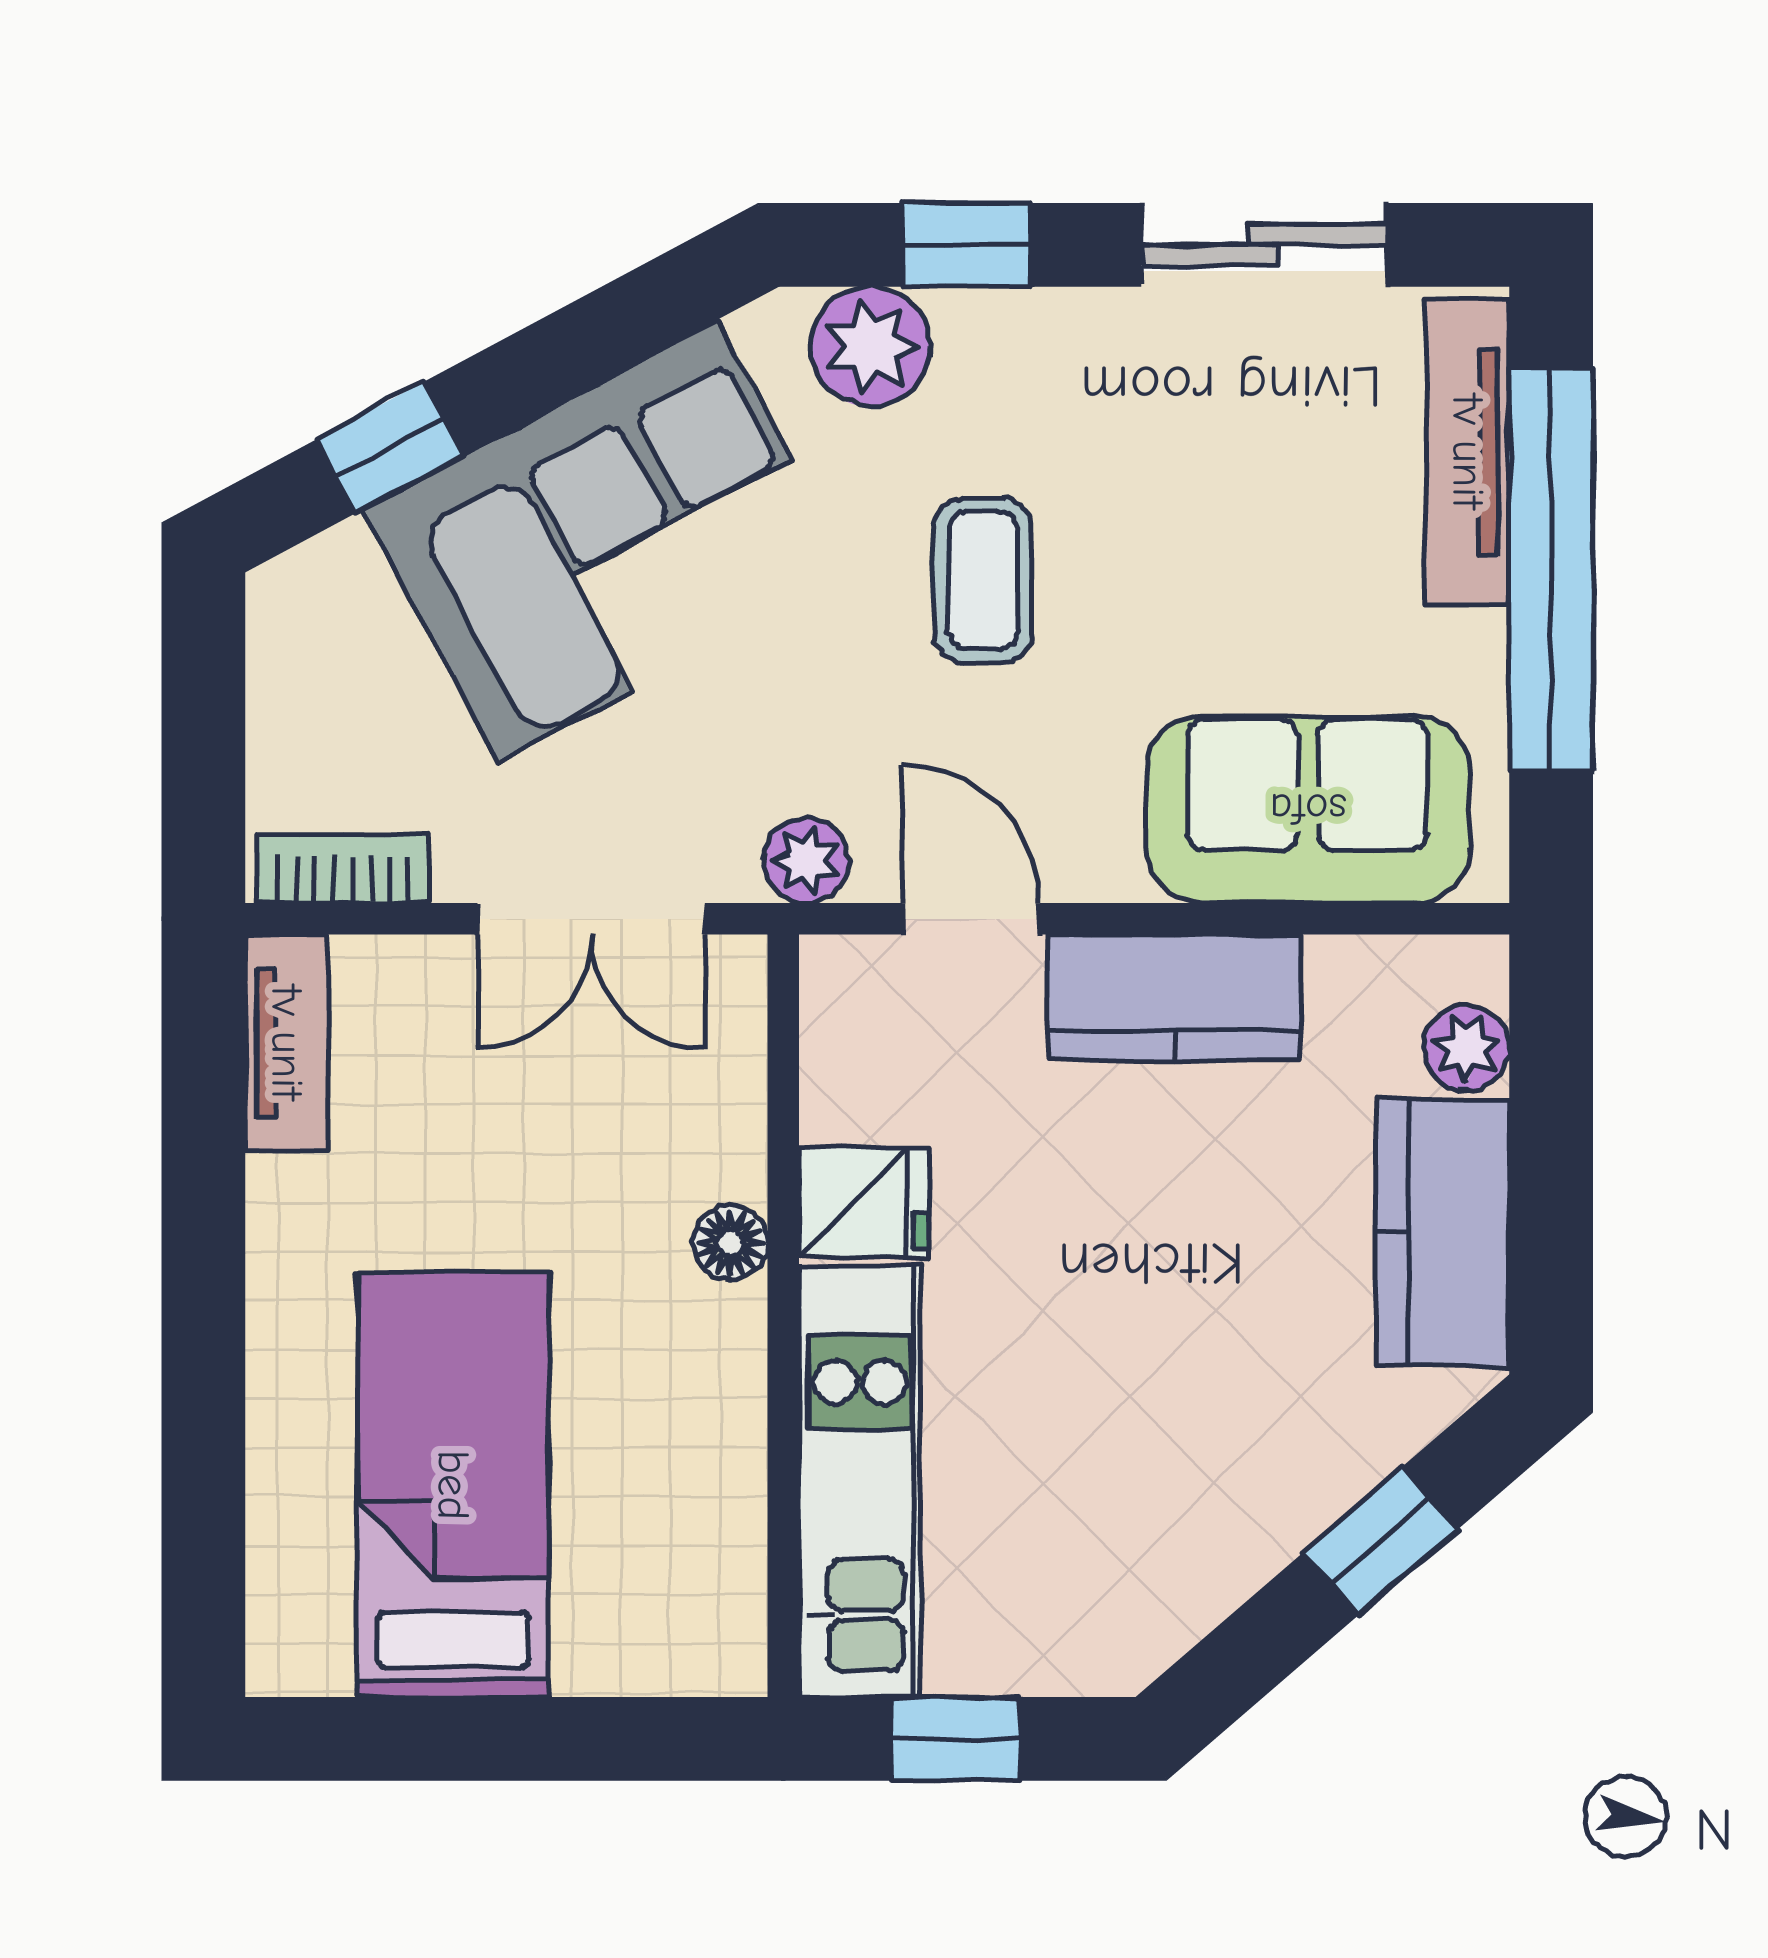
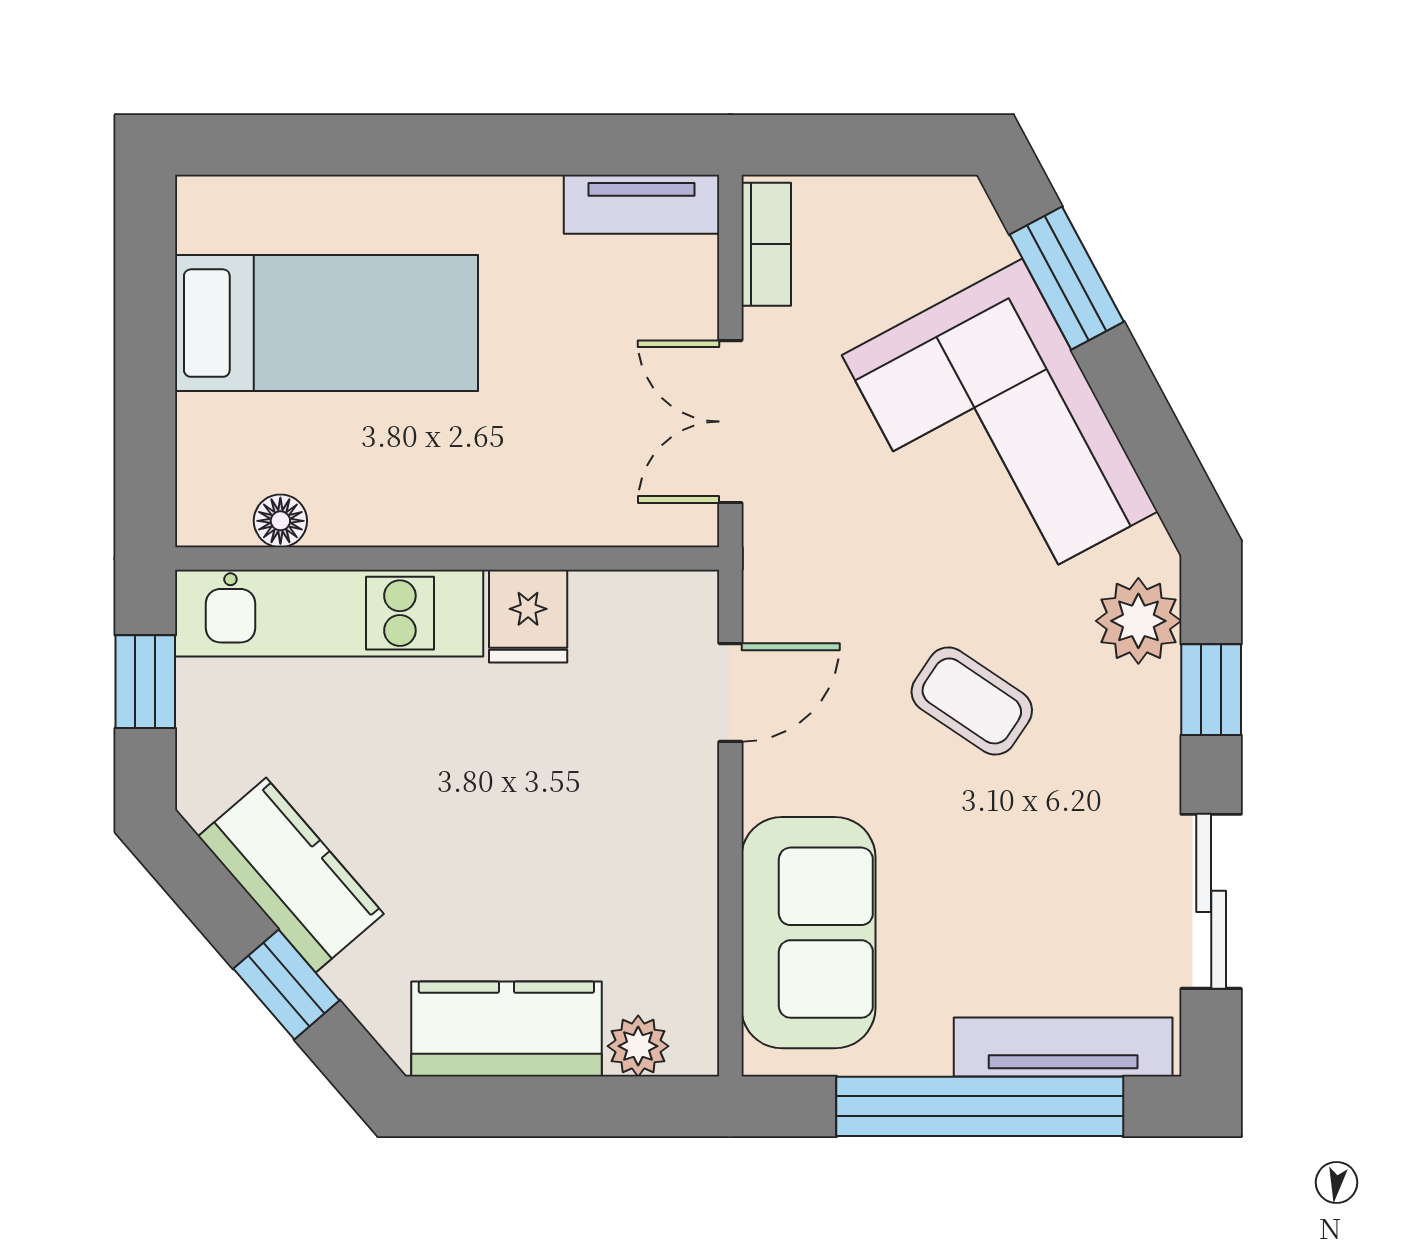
window: (390, 447) -> (1067, 278), width x1.50
coffee table: (983, 580) -> (972, 701), turned 34
plant: (806, 860) -> (772, 575), removed
kitchen counter: (1174, 998) -> (291, 875), moved, turned 139
floor lamp: (730, 1243) -> (280, 521), moved

